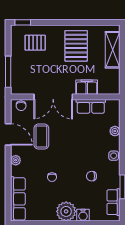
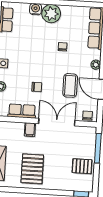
pallet: (35, 43) -> (82, 166), moved
filing cabinet: (87, 87) -> (30, 130), width x0.50
chair: (92, 176) -> (37, 87), moved

